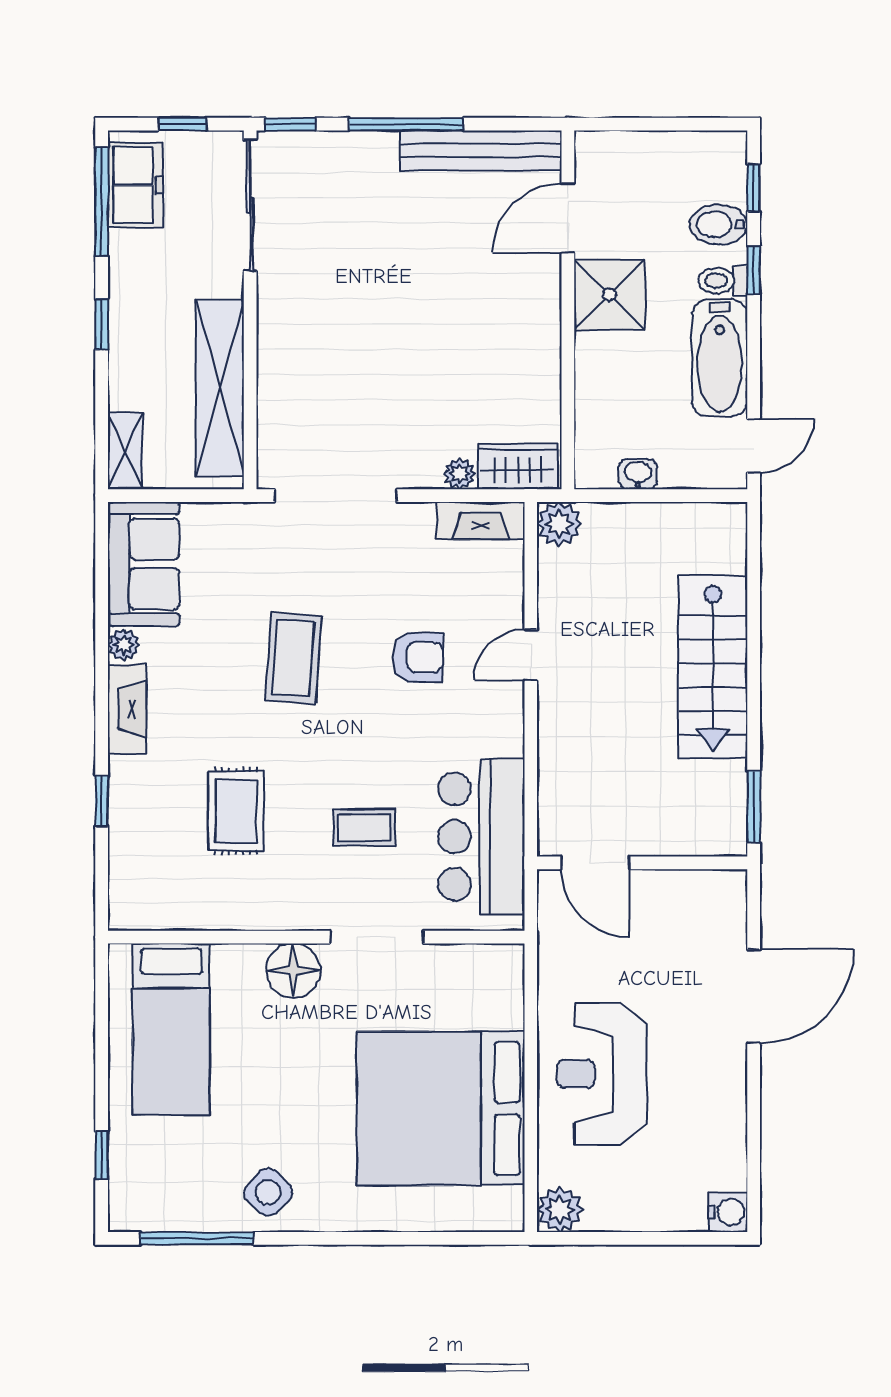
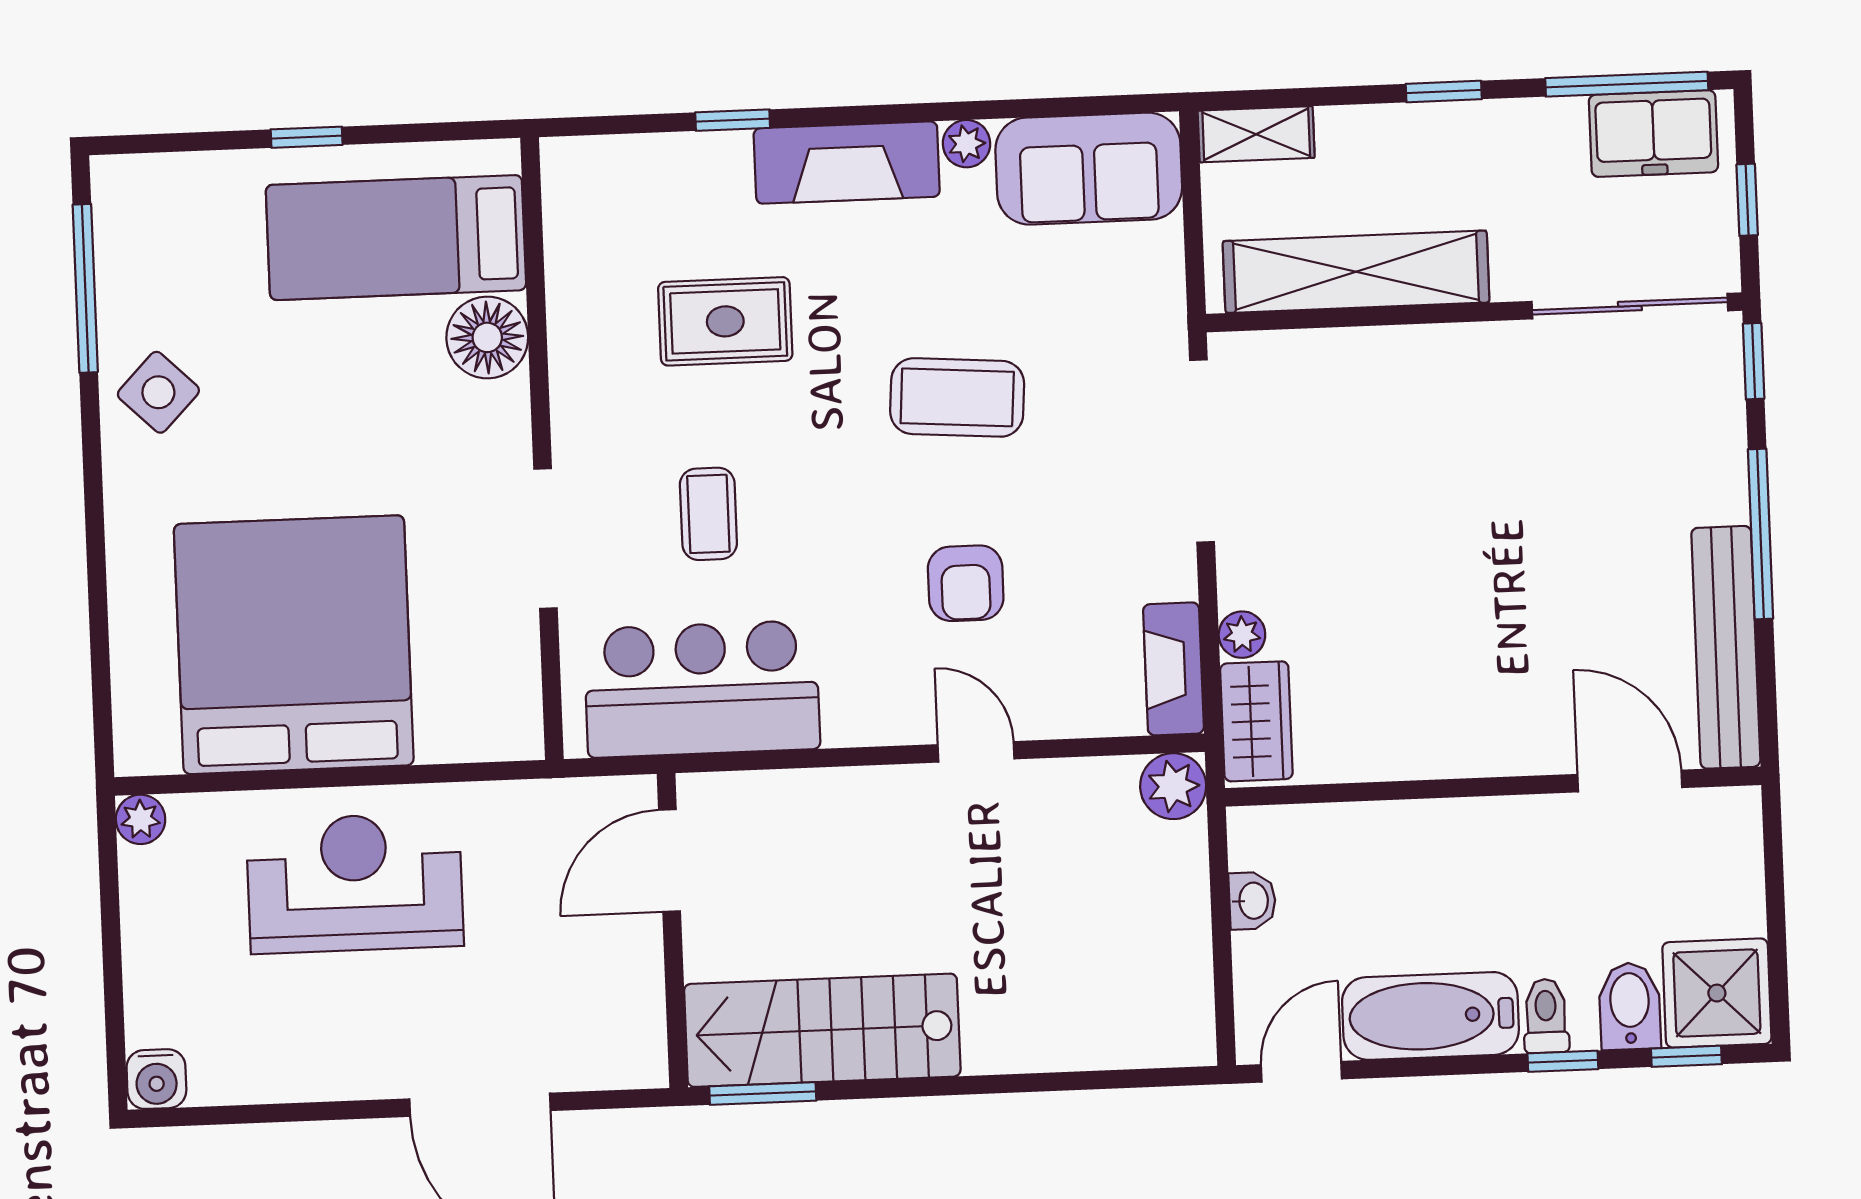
shower: (609, 295) -> (1717, 993), moved
door: (754, 446) -> (1301, 1072), swing flipped
stairs: (713, 667) -> (822, 1030), moved
fireplace: (127, 709) -> (847, 163), width x1.37, depth x1.32
floor lamp: (293, 971) -> (487, 337), moved
window: (102, 1155) -> (307, 137), moved
plant: (560, 1209) -> (141, 819), width x0.73, depth x0.73

